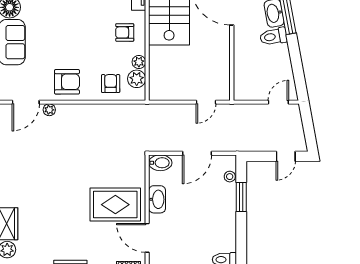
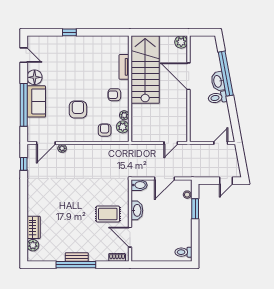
armchair: (67, 82) -> (78, 110), moved, turned -90
rug: (115, 205) -> (108, 214), width x0.73, depth x0.70

